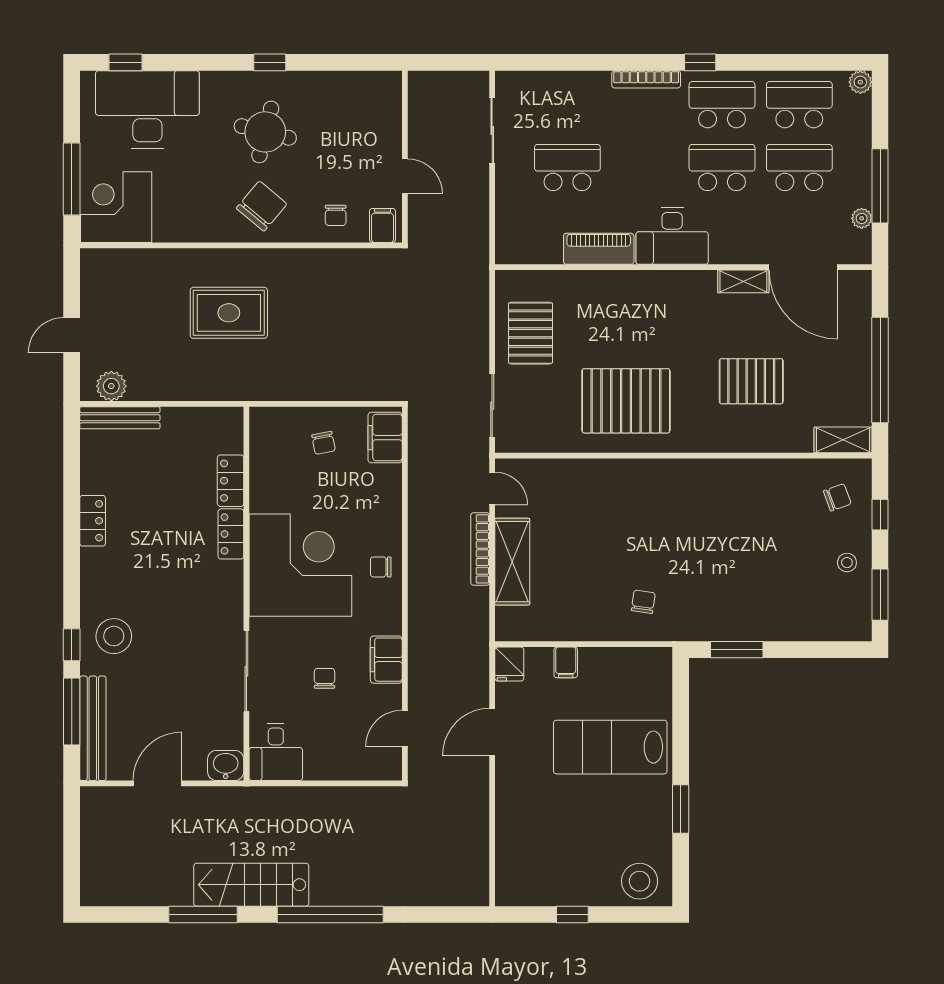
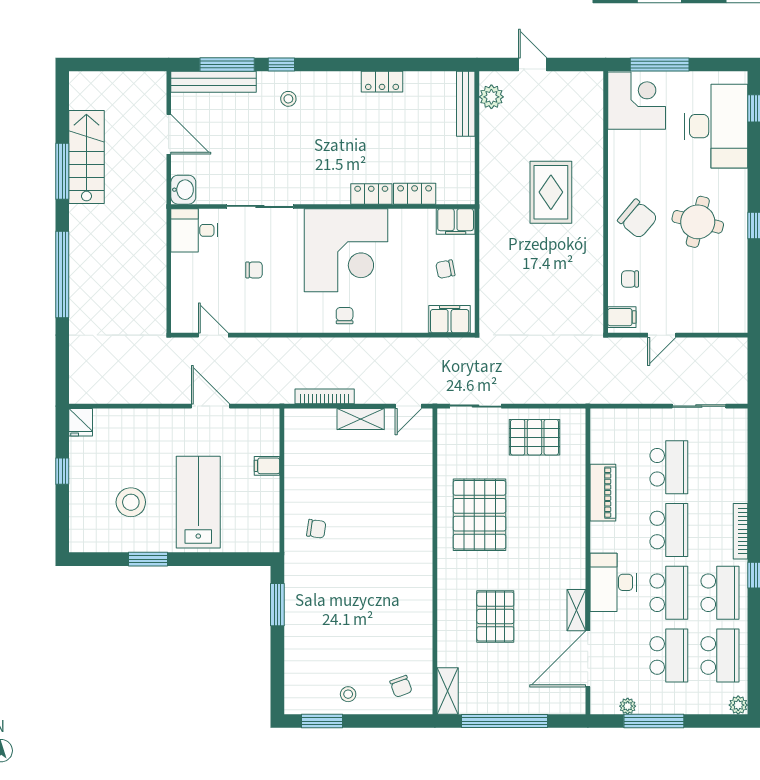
school desk: (645, 168) -> (669, 530), added
desk: (672, 236) -> (613, 582), moved
window: (880, 515) -> (387, 721), removed
bookcase: (480, 549) -> (325, 396), moved
shelving: (512, 562) -> (361, 419), width x0.67, depth x0.75
stool: (114, 636) -> (288, 99), width x0.53, depth x0.53
filing cabinet: (386, 660) -> (456, 222), moved, turned 180
fridge: (509, 664) -> (81, 422), moved, turned -90
stool: (640, 881) -> (131, 502), moved
stairs: (251, 885) -> (86, 157), moved

